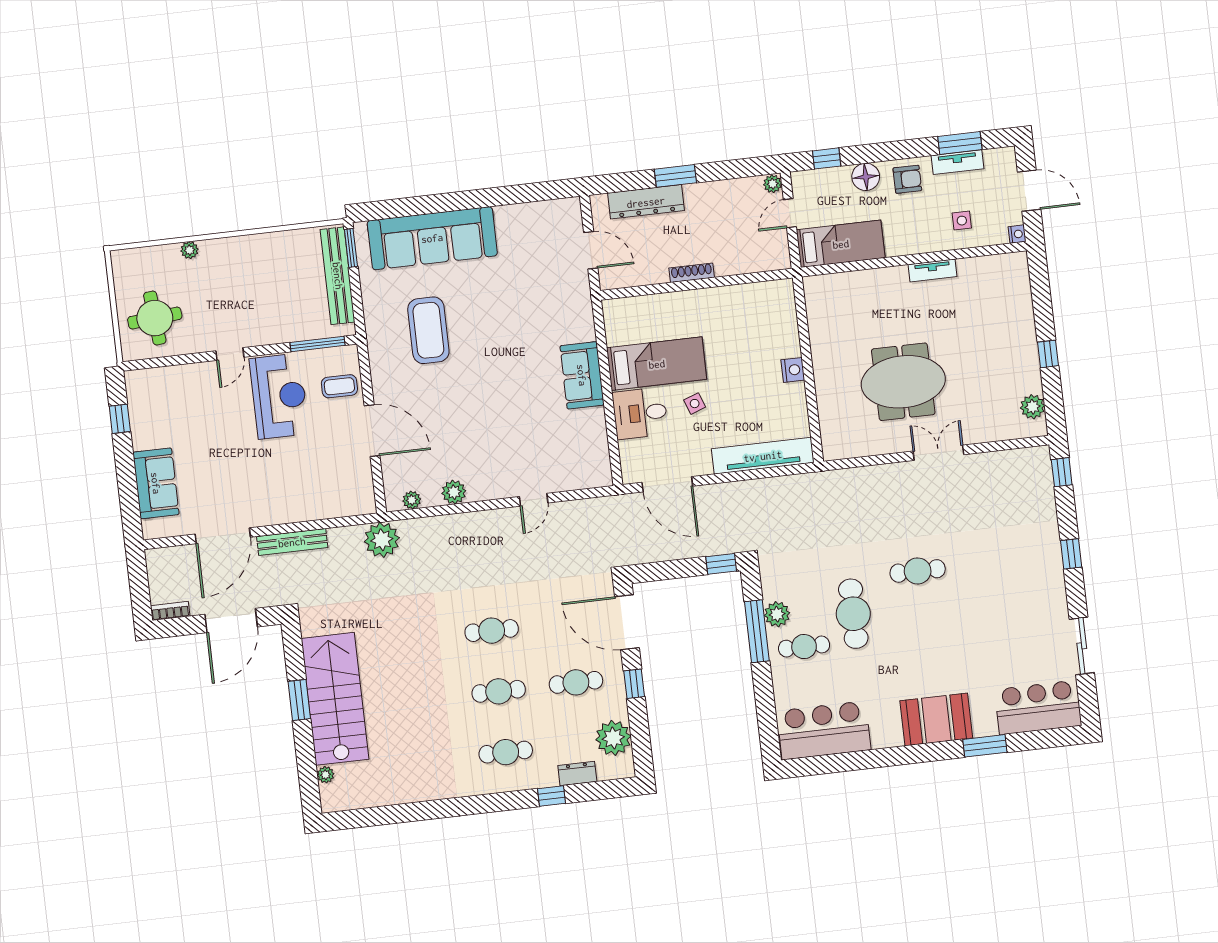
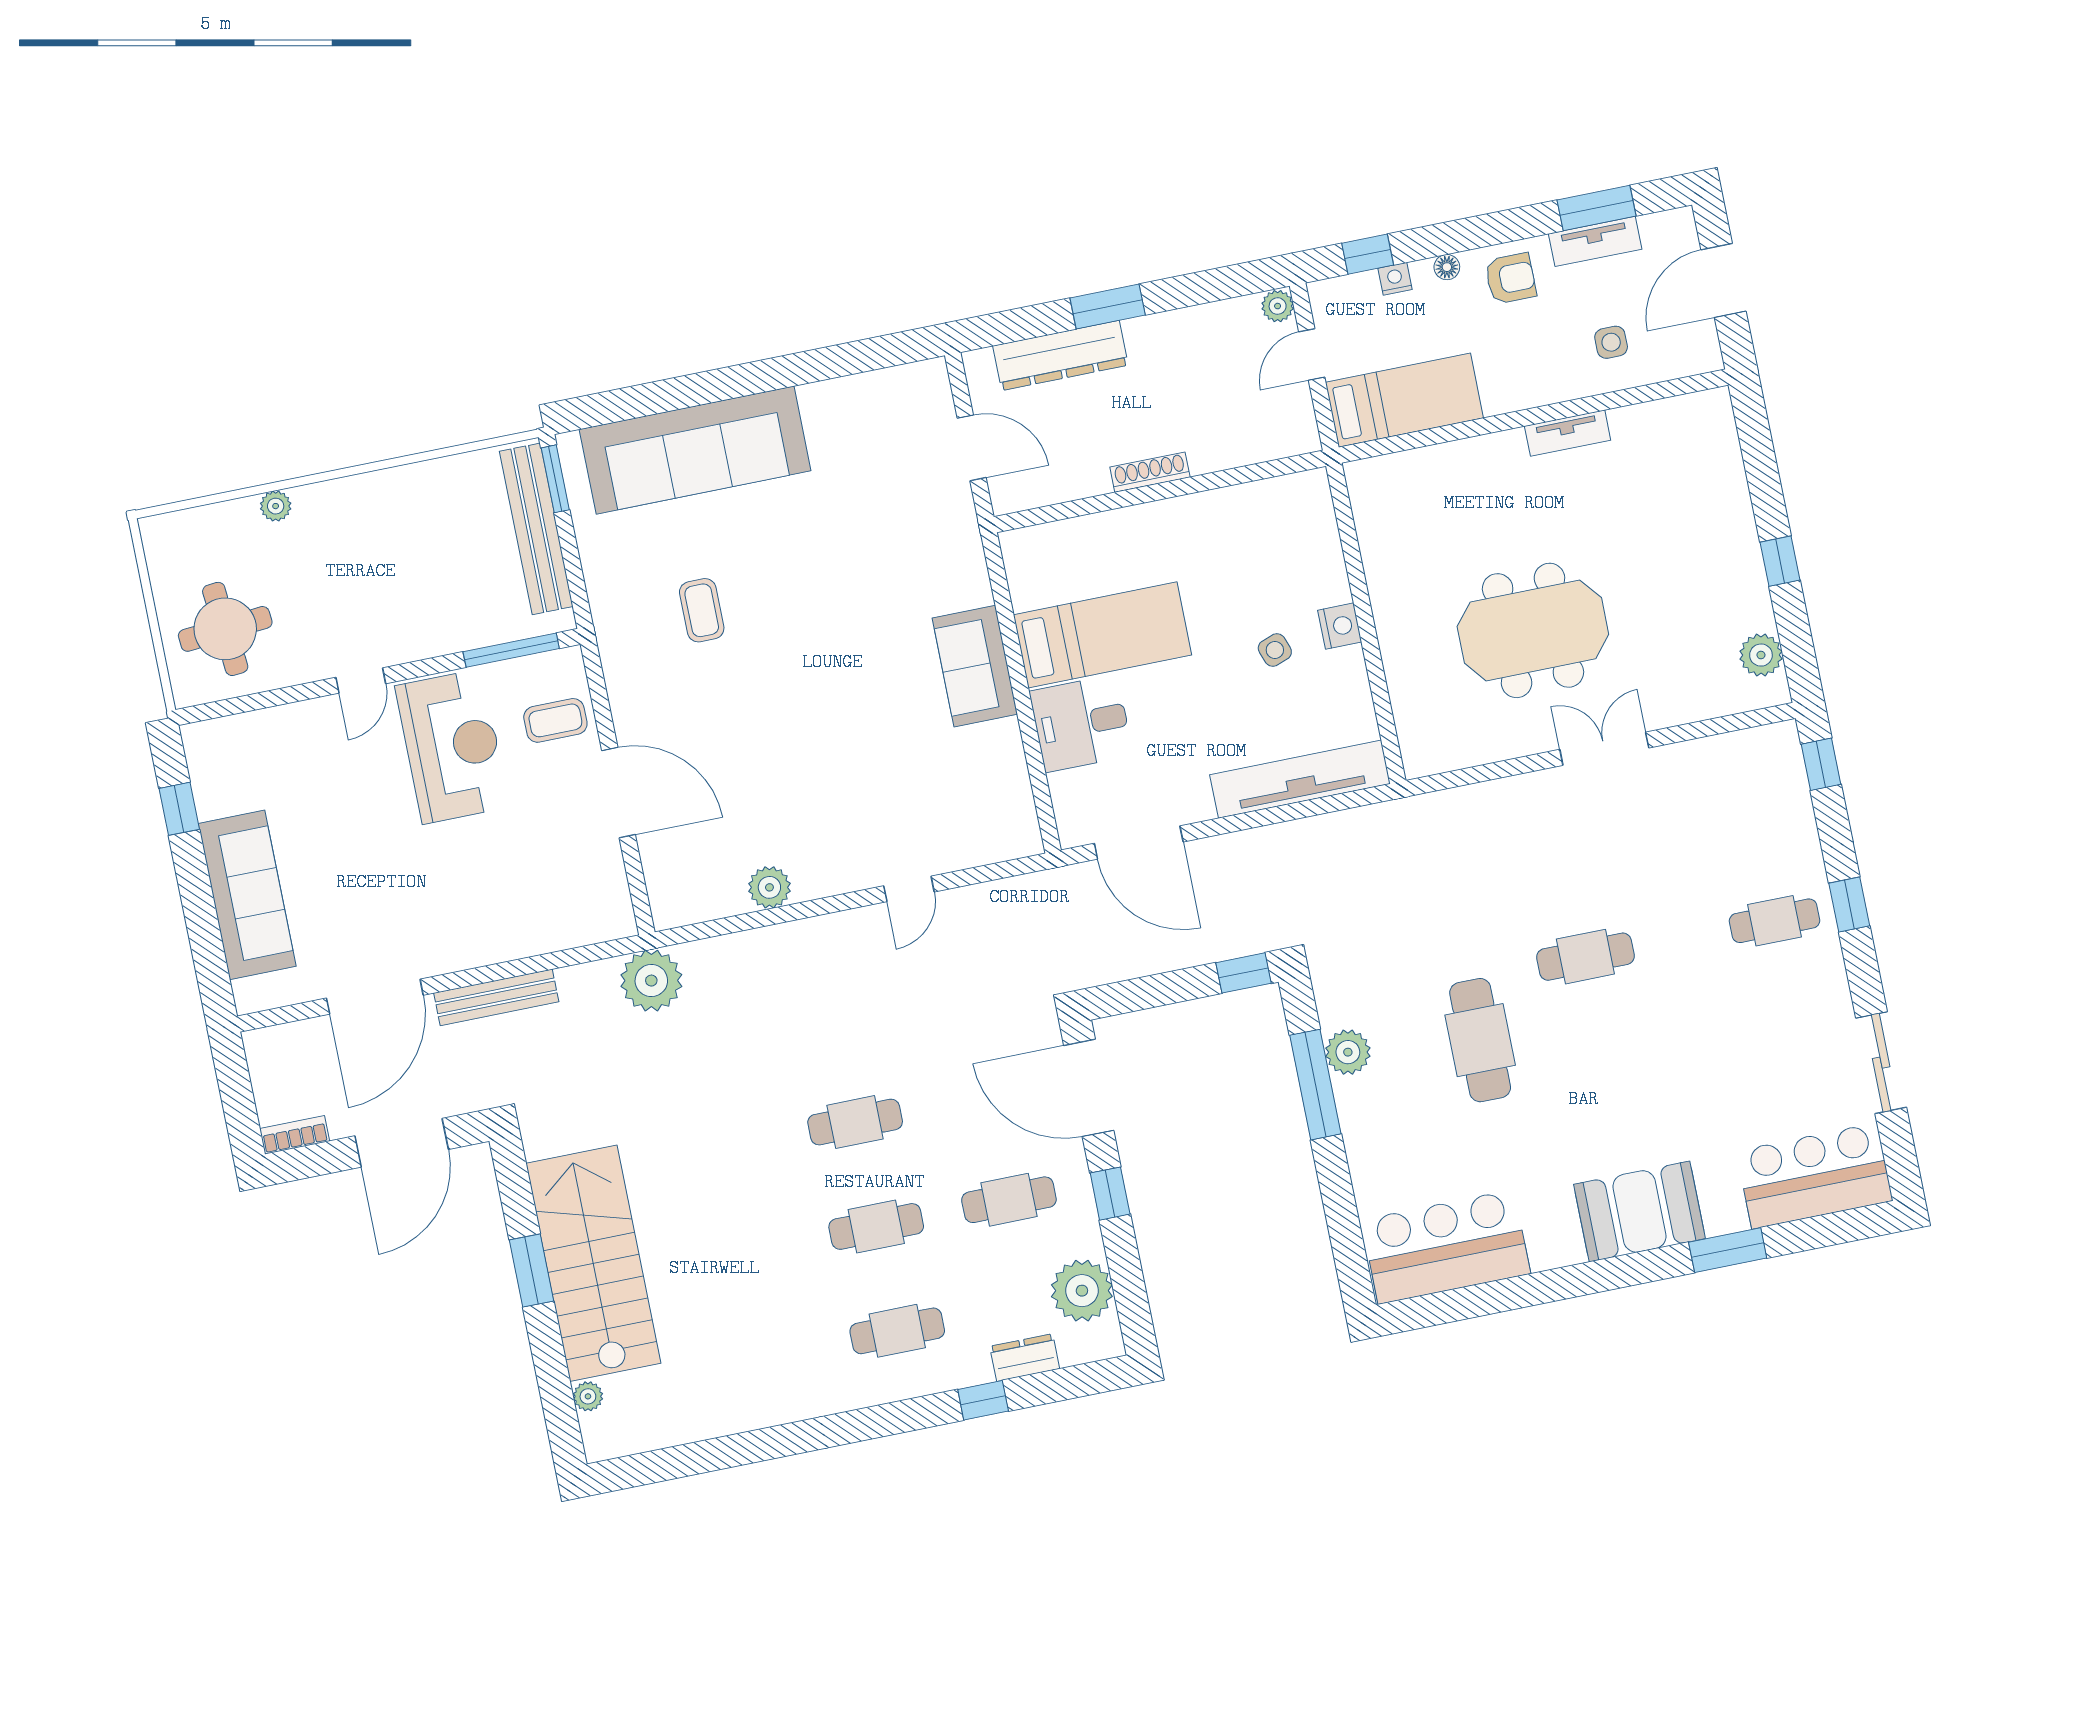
floor lamp: (866, 177) -> (1447, 267), width x0.53, depth x0.53
door: (1029, 191) -> (1723, 280), swing flipped
nightstand: (1017, 234) -> (1395, 279), moved, turned -90
coffee table: (428, 330) -> (702, 610), width x0.54, depth x0.58
side table: (695, 404) -> (1275, 650), moved
sofa: (156, 483) -> (247, 895), width x1.36
plant: (412, 500) -> (698, 907), removed
cafe table: (804, 647) -> (1775, 921), moved

